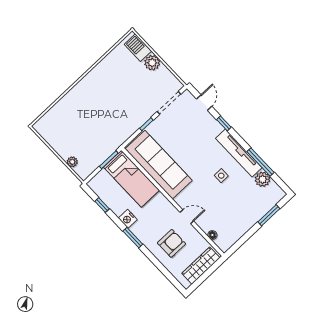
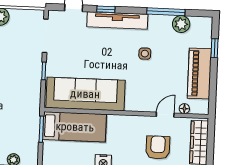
tv unit: (239, 153) -> (117, 20), moved
window: (269, 215) -> (214, 48), width x0.67
door: (187, 217) -> (165, 115), moved
piano: (244, 222) -> (199, 74), added

